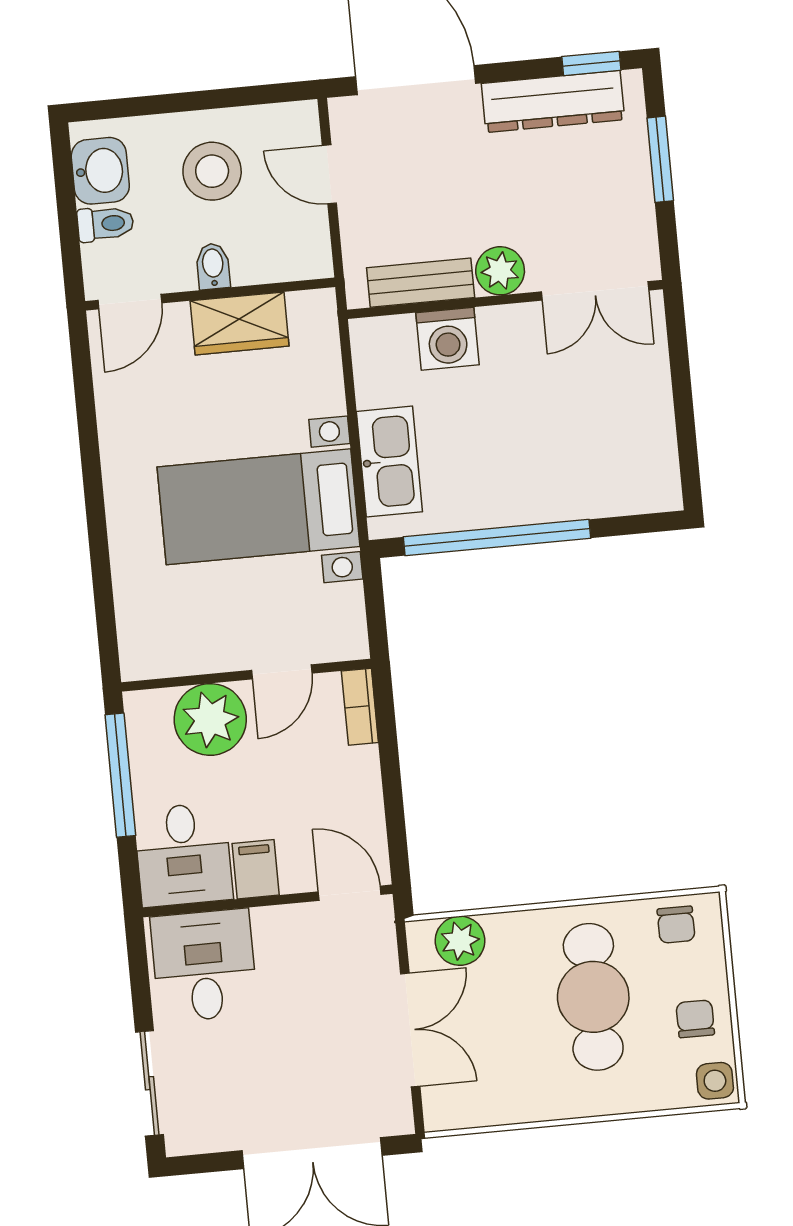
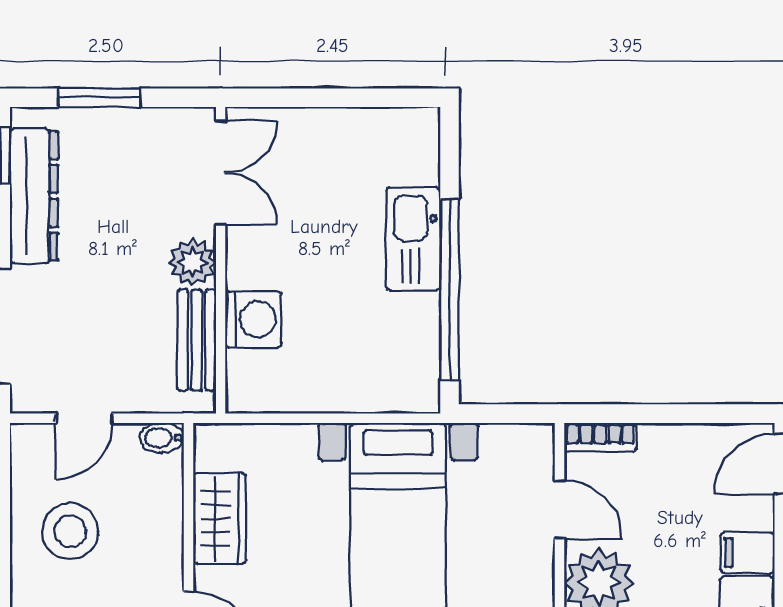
bidet: (213, 266) -> (162, 438), moved
kitchen sink: (389, 462) -> (413, 239), moved, turned -90

